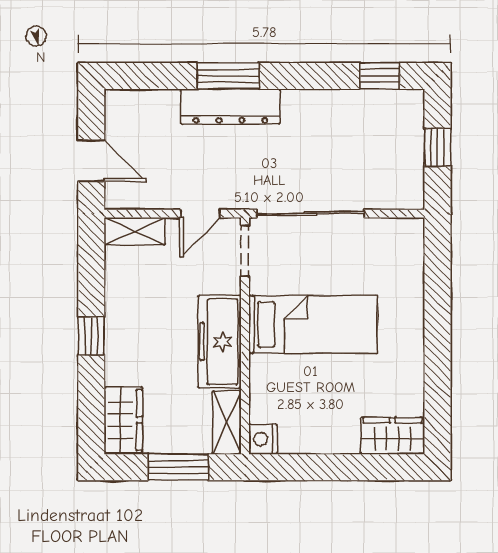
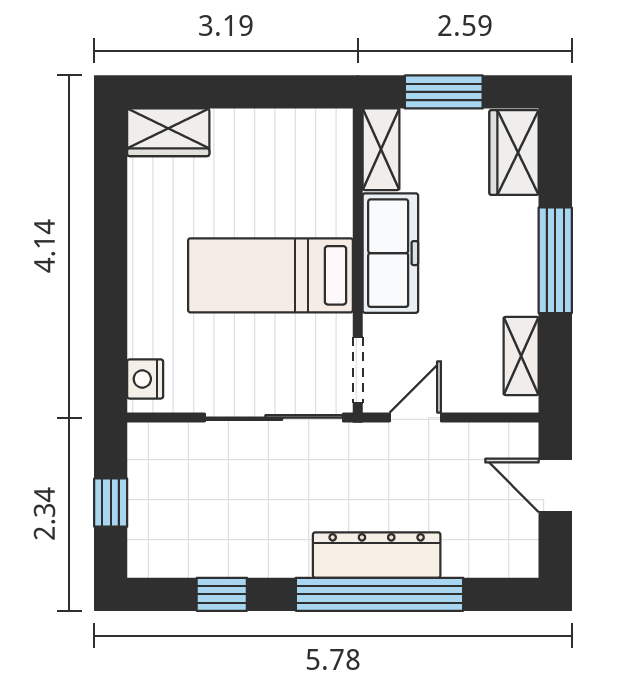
window: (228, 76) -> (379, 594), width x2.11
window: (380, 76) -> (222, 594), moved
shelving: (135, 231) -> (521, 356), moved, turned 90
window: (91, 336) -> (555, 260), width x2.17
nightstand: (263, 439) -> (145, 379), moved, turned 180

